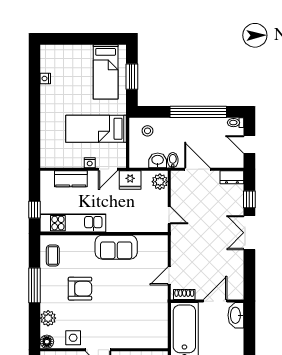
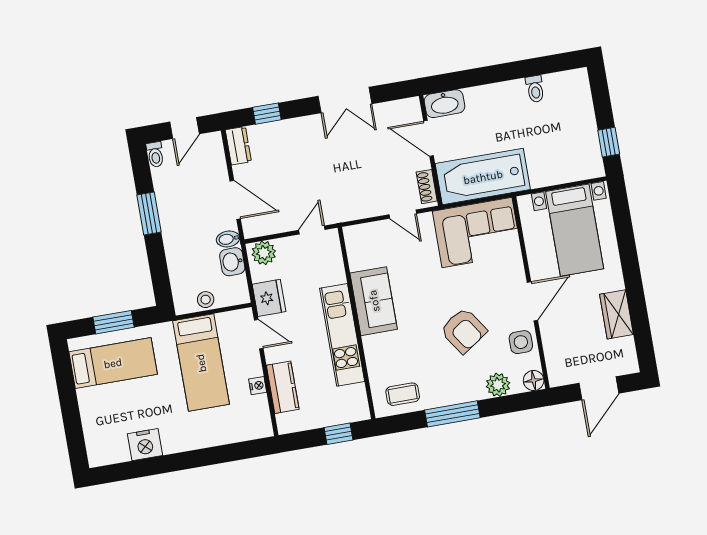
nightstand: (45, 78) -> (145, 445), width x1.89, depth x1.79
window: (198, 112) -> (149, 214), width x0.47
stool: (147, 131) -> (206, 300), moved
nightstand: (90, 163) -> (258, 386), moved
door: (197, 169) -> (235, 200), swing flipped
kitchen unit: (73, 223) -> (342, 335), moved
double door: (249, 233) -> (345, 100), moved
armchair: (80, 289) -> (464, 330), moved, turned 146
corner sofa: (149, 322) -> (477, 233), added

